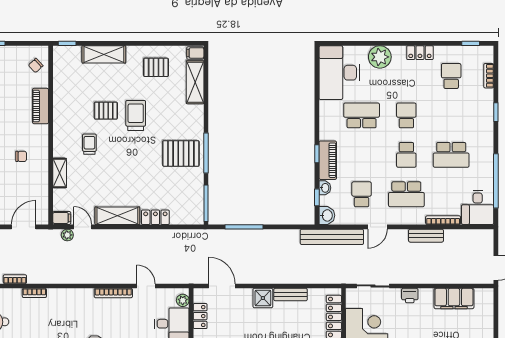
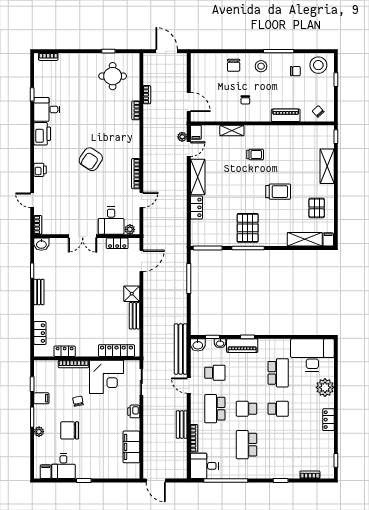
school desk: (451, 76) -> (310, 445), removed
pallet: (106, 111) -> (282, 168), removed

